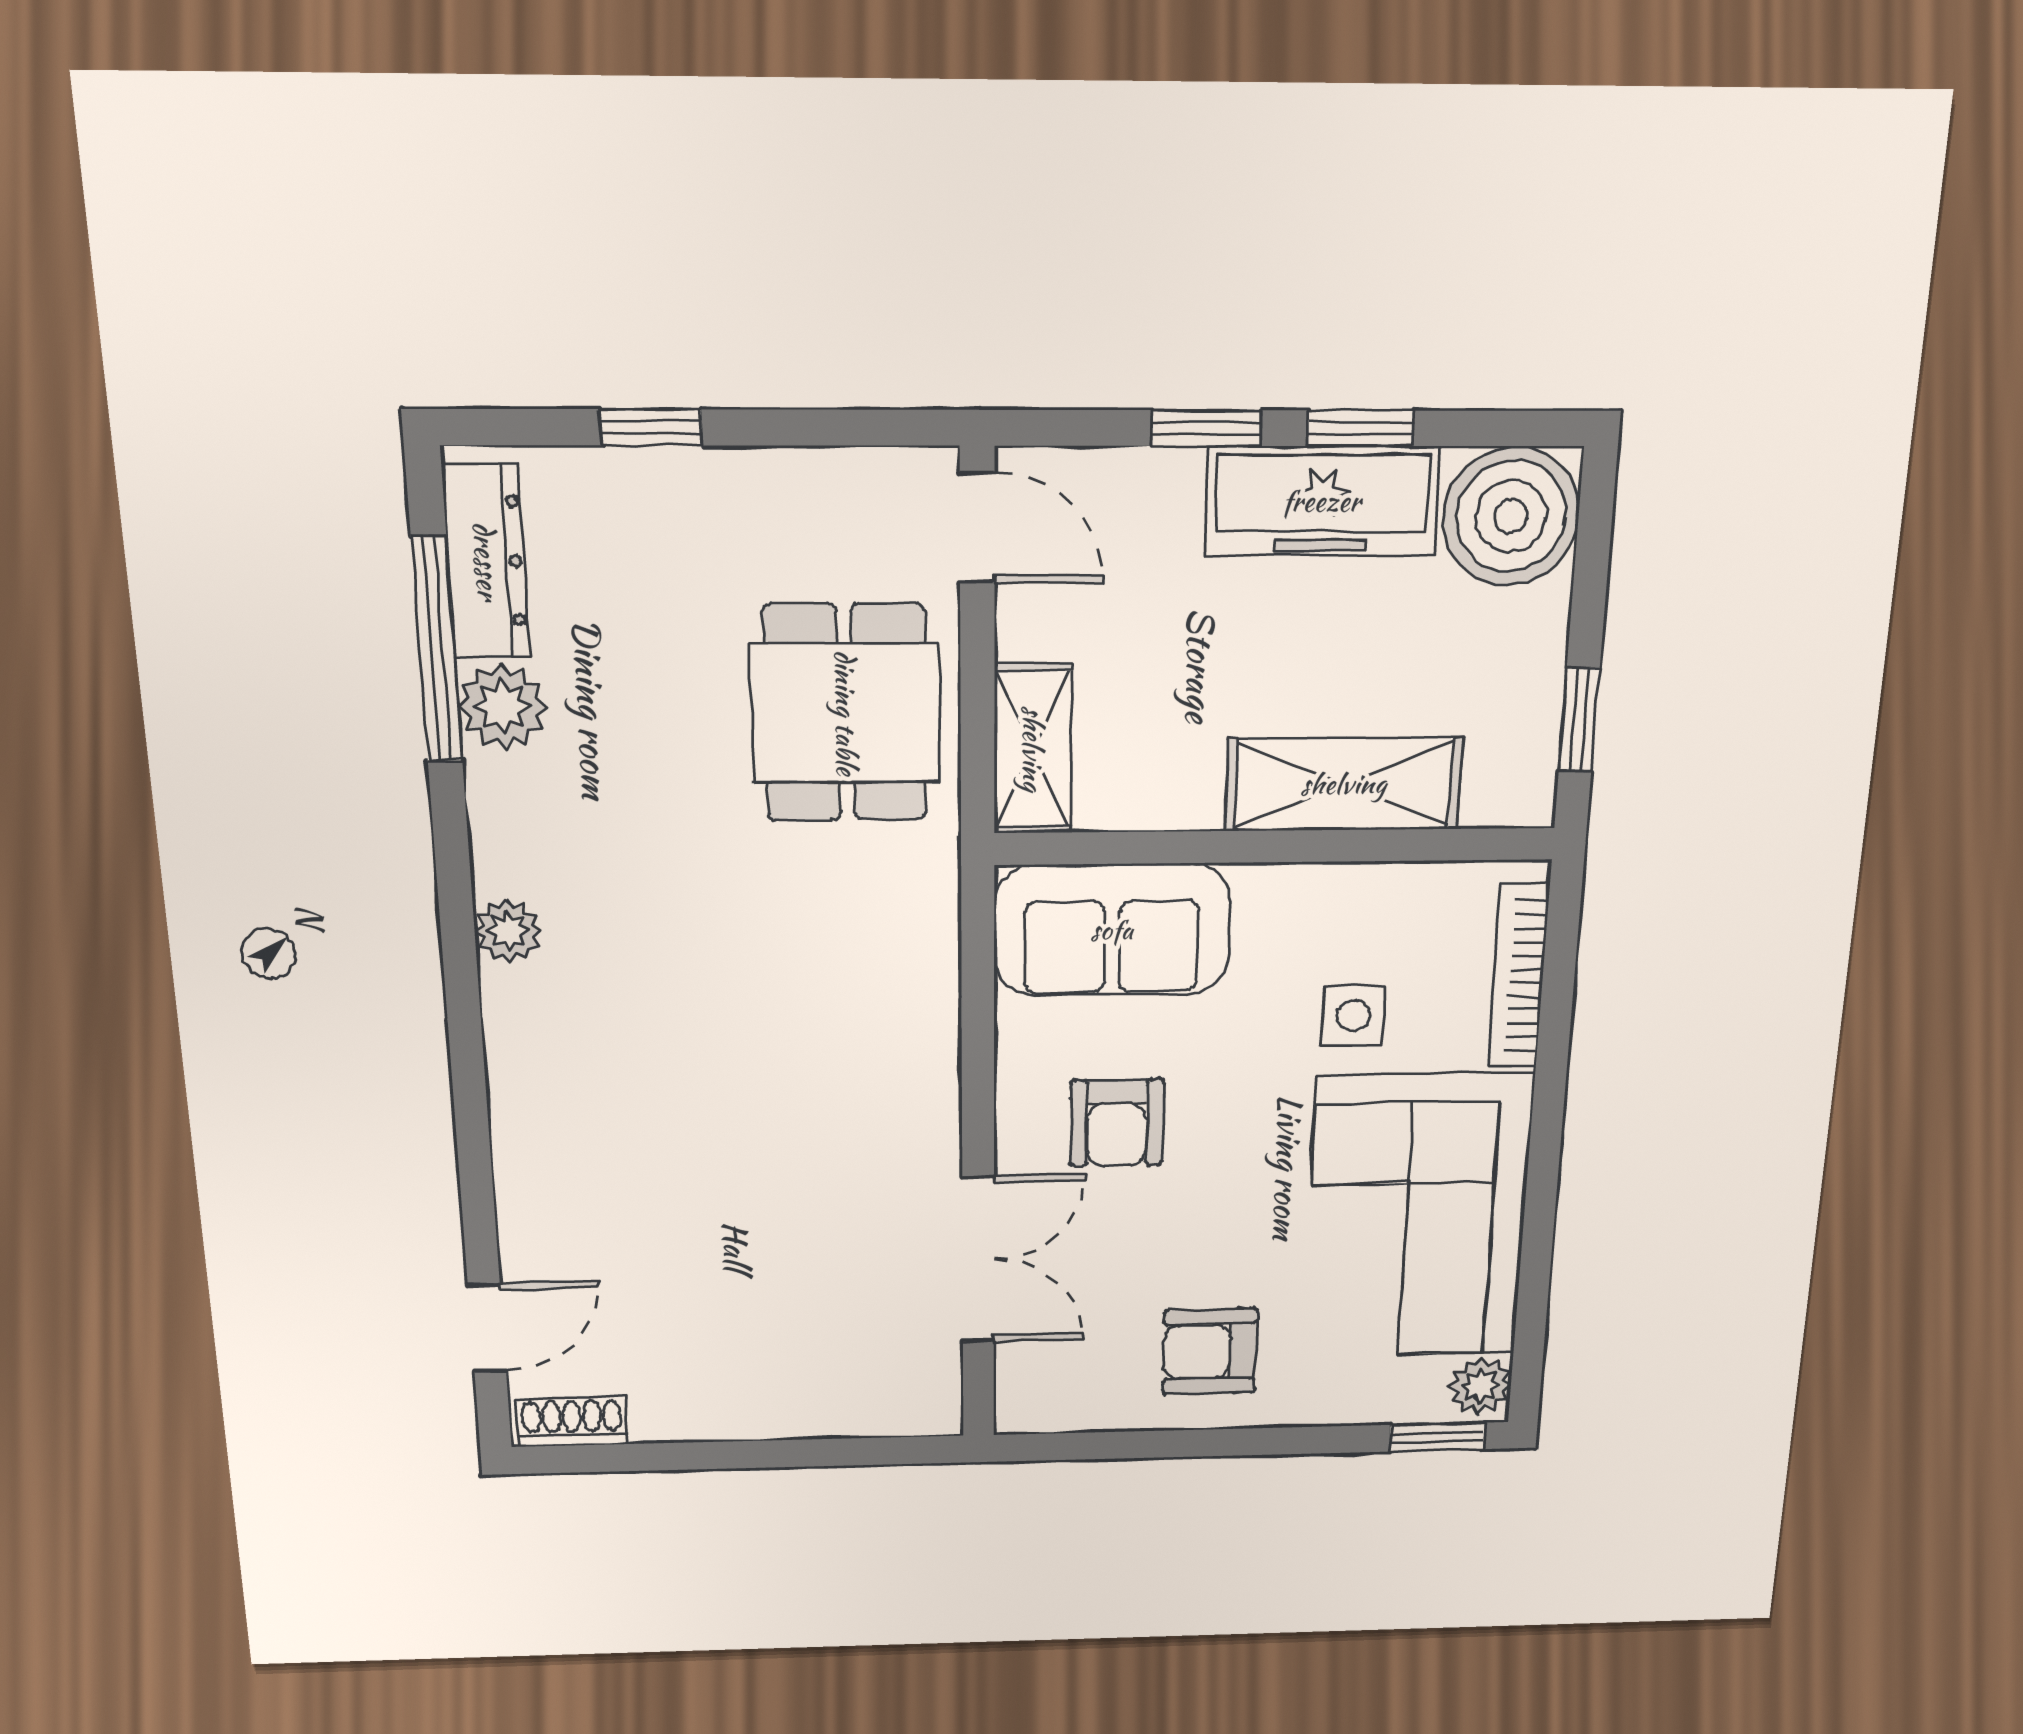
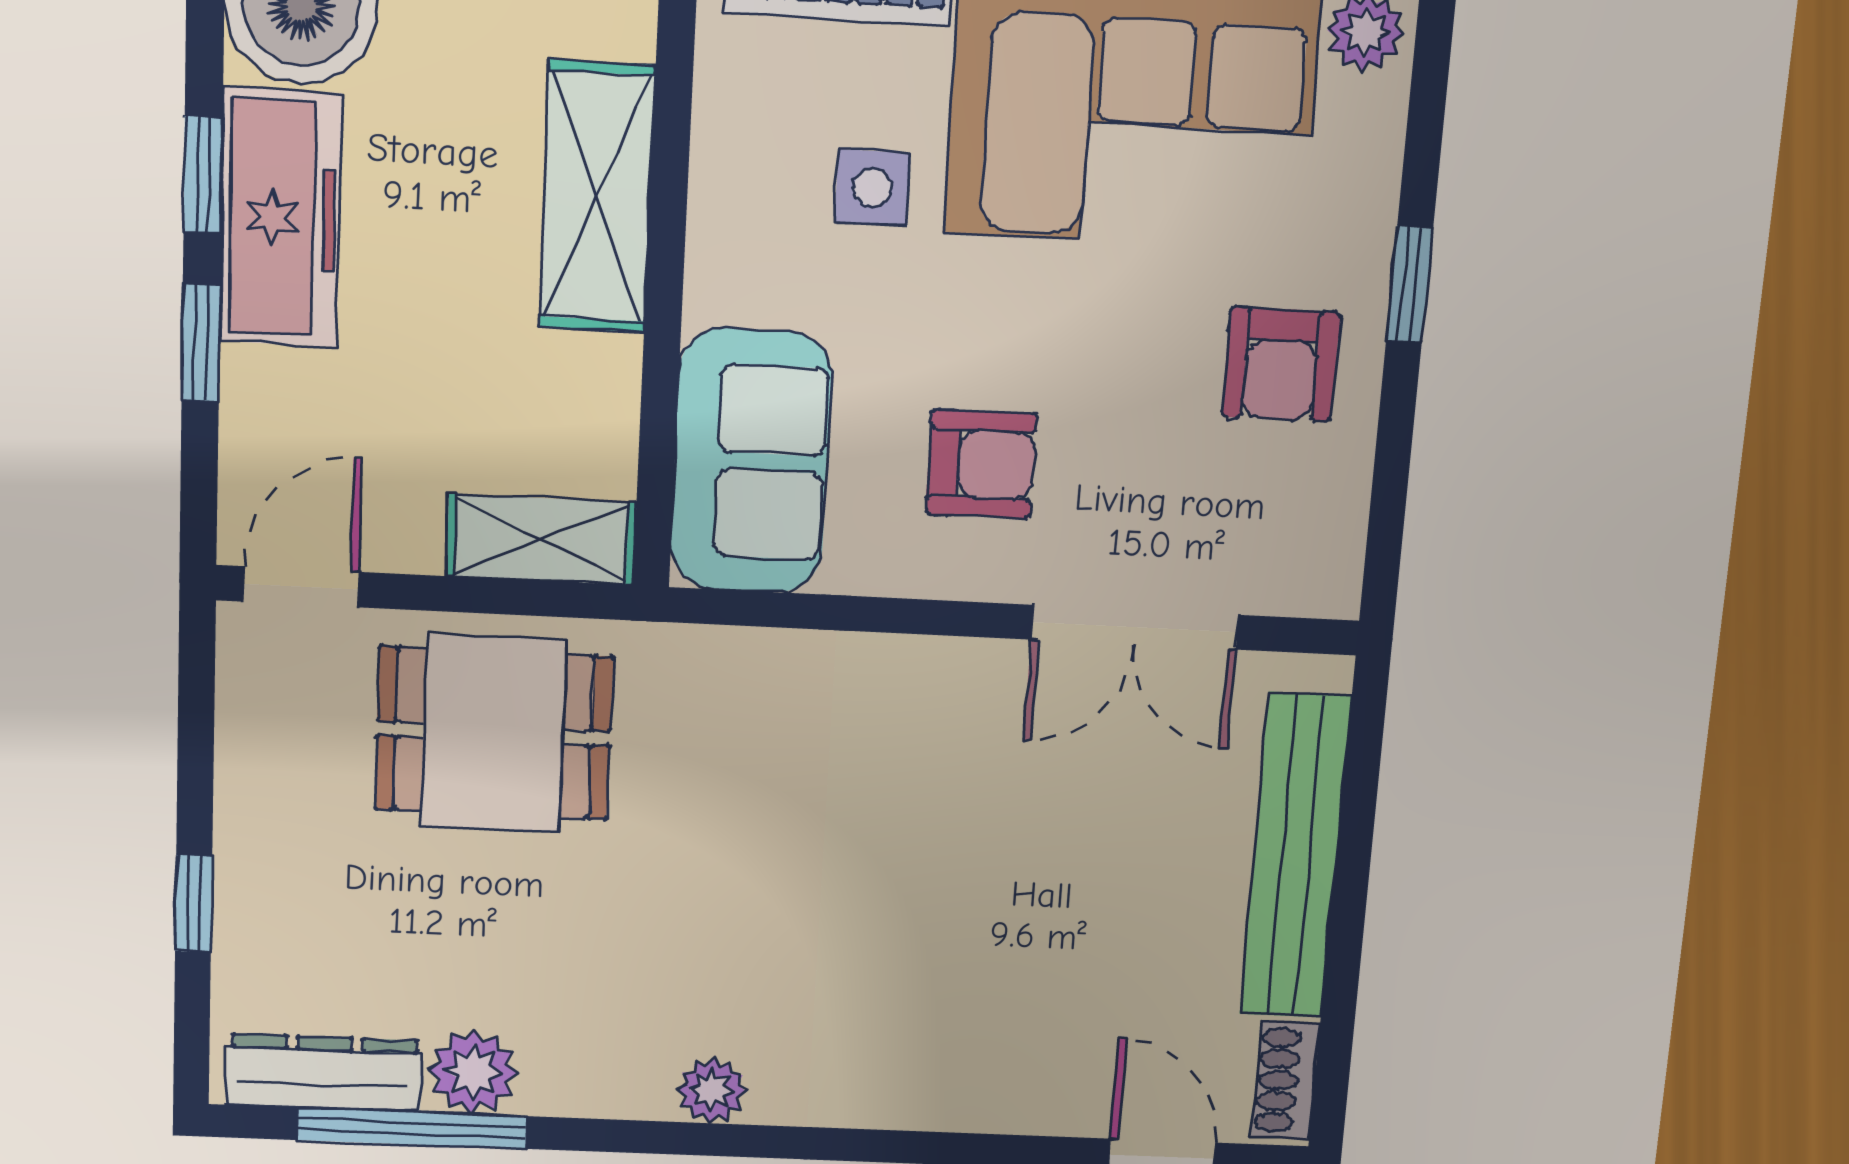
double door: (978, 1260) -> (1135, 627), swing flipped
bench: (781, 1408) -> (1295, 856), added
window: (1437, 1437) -> (1410, 284), moved

